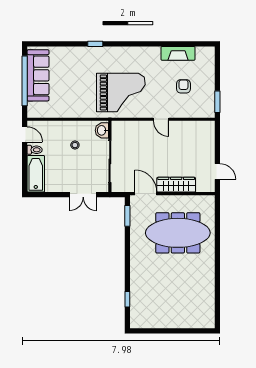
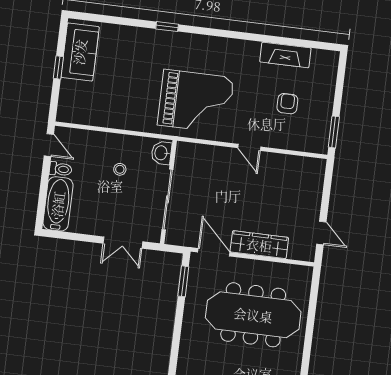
sofa: (38, 75) -> (80, 52), width x0.73
window: (25, 81) -> (58, 67), width x0.32

